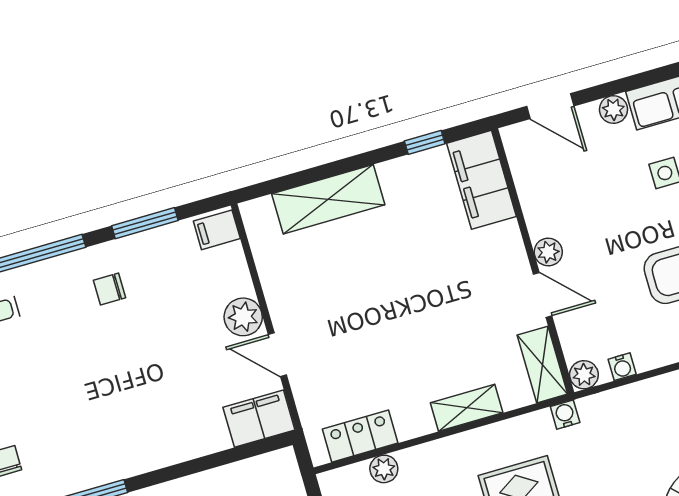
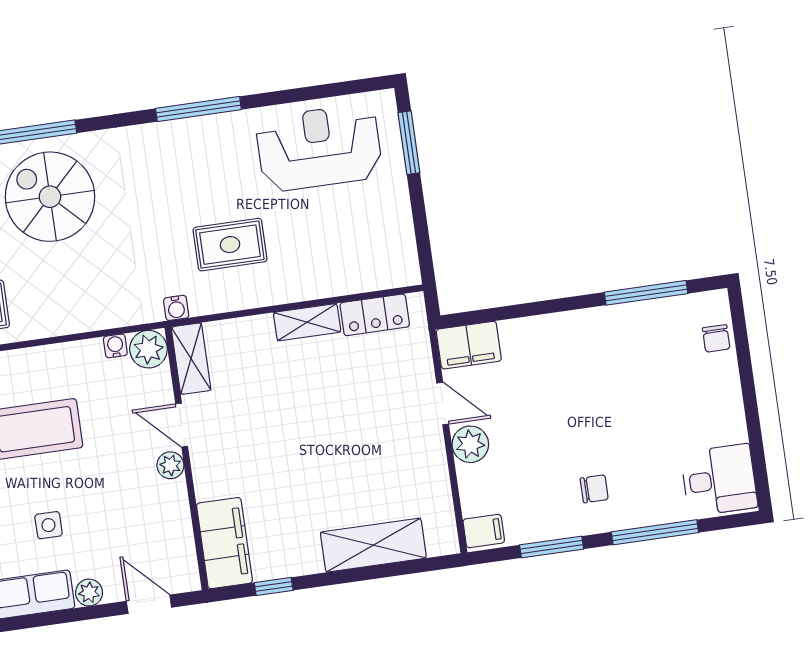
plant: (584, 375) -> (148, 349), width x1.38, depth x1.38
shelving: (467, 408) -> (307, 322), moved
plant: (384, 469) -> (356, 280), removed

